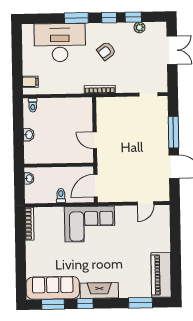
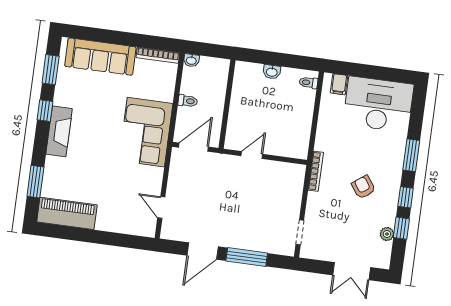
desk: (60, 43) -> (378, 104), moved, turned -90
washbasin: (29, 178) -> (191, 60), moved
door: (96, 186) -> (193, 147), hinge flipped
sofa: (53, 288) -> (100, 57), moved, turned 90

